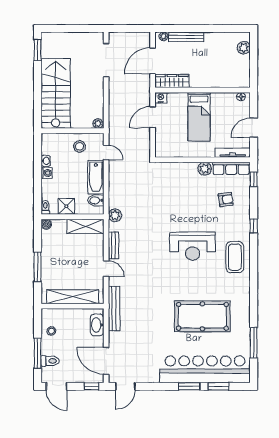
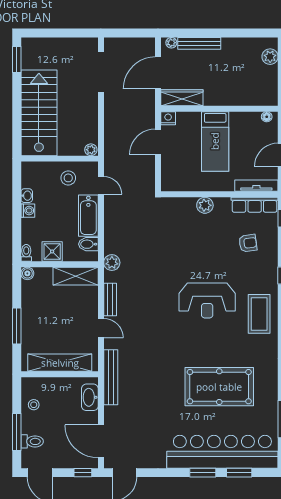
plant: (205, 169) -> (205, 205), moved

